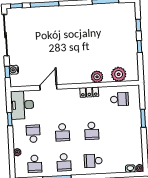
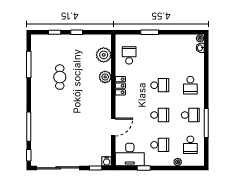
cafe table: (95, 32) -> (60, 77), added
water cooler: (14, 70) -> (107, 161), moved
door: (48, 87) -> (113, 127), swing flipped
school desk: (33, 134) -> (160, 145), turned 180
school desk: (35, 164) -> (190, 145), turned 90

